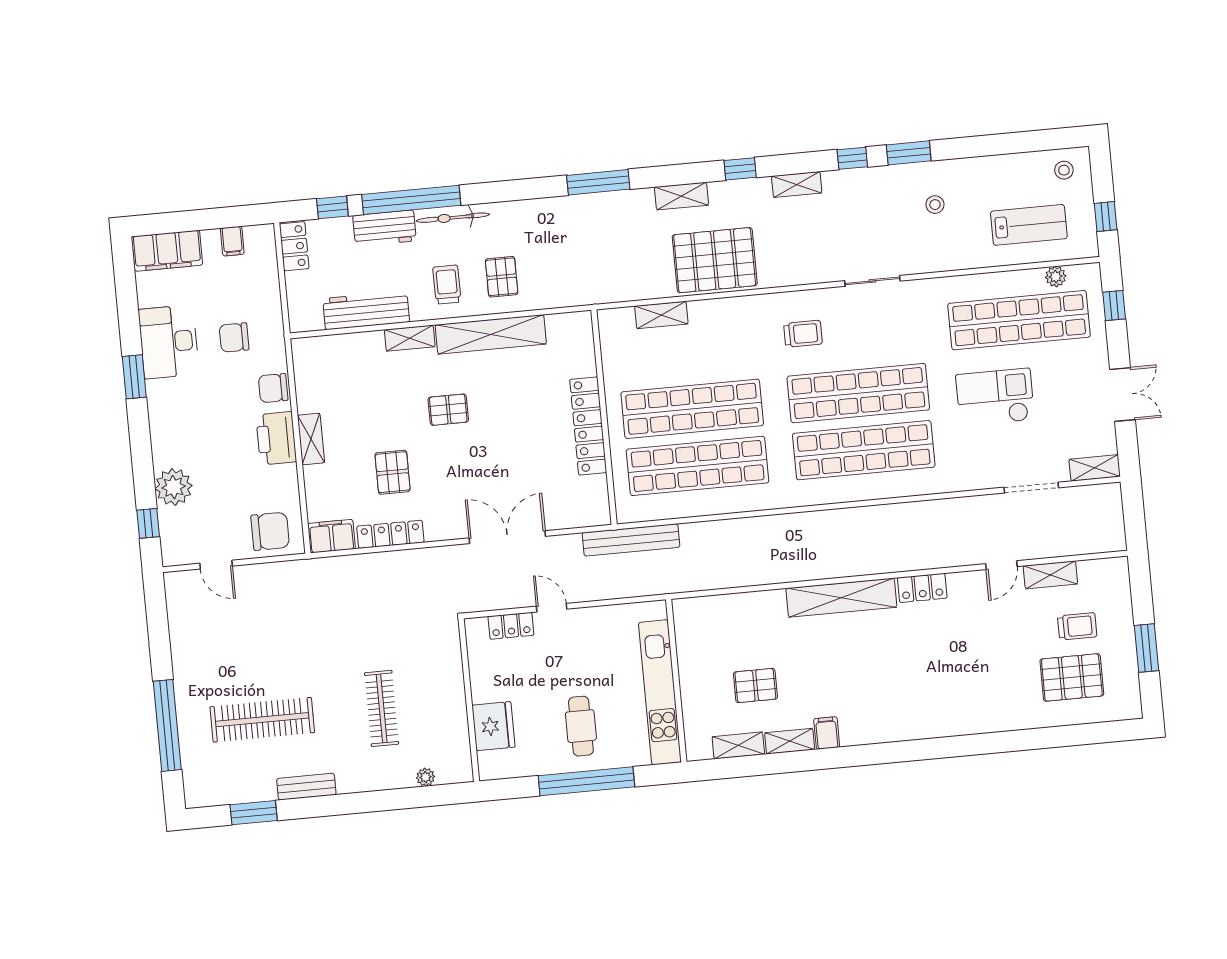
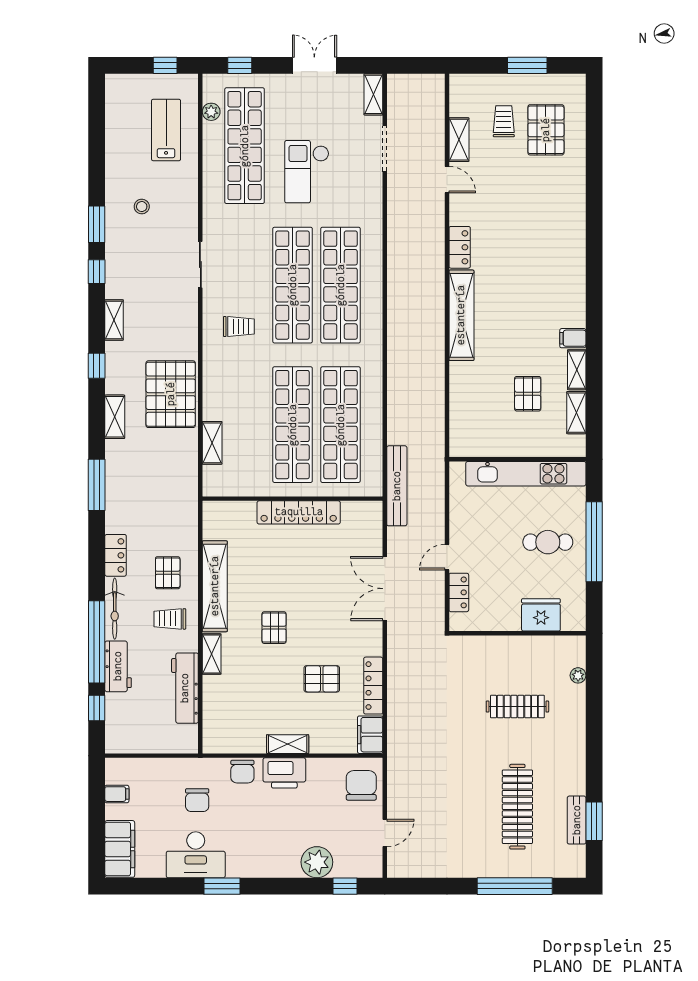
stool: (1064, 170) -> (123, 97), removed
locker: (294, 246) -> (116, 555), moved, turned 90
pallet: (502, 277) -> (168, 573), turned 90
trolley: (803, 334) -> (239, 326), turned 90
bench: (306, 787) -> (577, 820), moved

